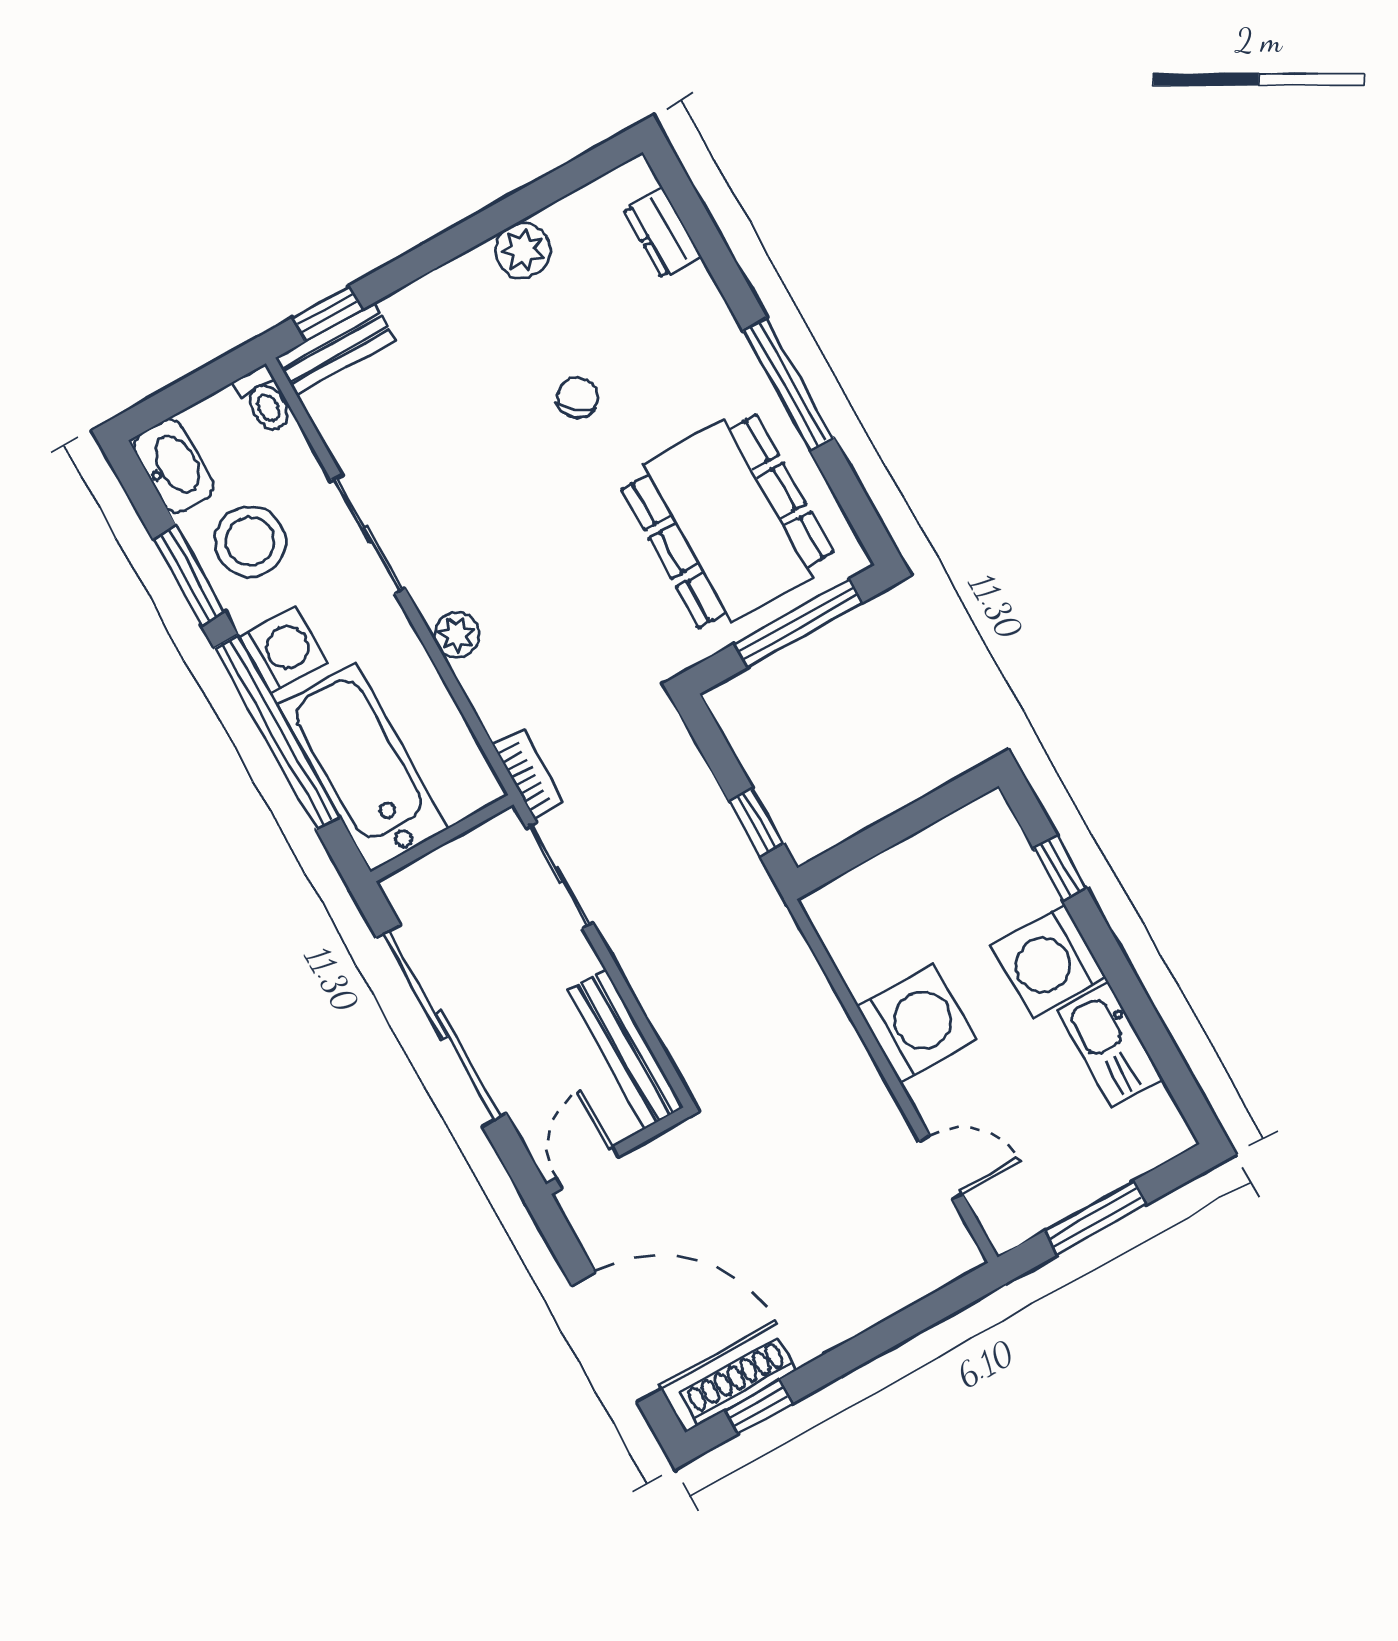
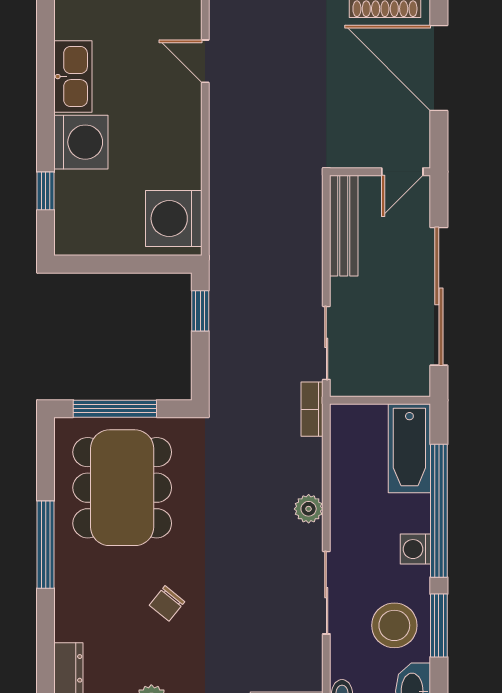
washing machine: (283, 650) -> (415, 549), width x0.73, depth x0.73
bathtub: (363, 767) -> (409, 448), width x0.73, depth x0.73
washing machine: (917, 1023) -> (174, 219), moved

